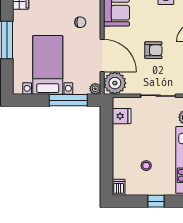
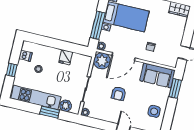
fridge: (122, 116) -> (66, 57), moved
dishwasher: (119, 187) -> (25, 56), moved

